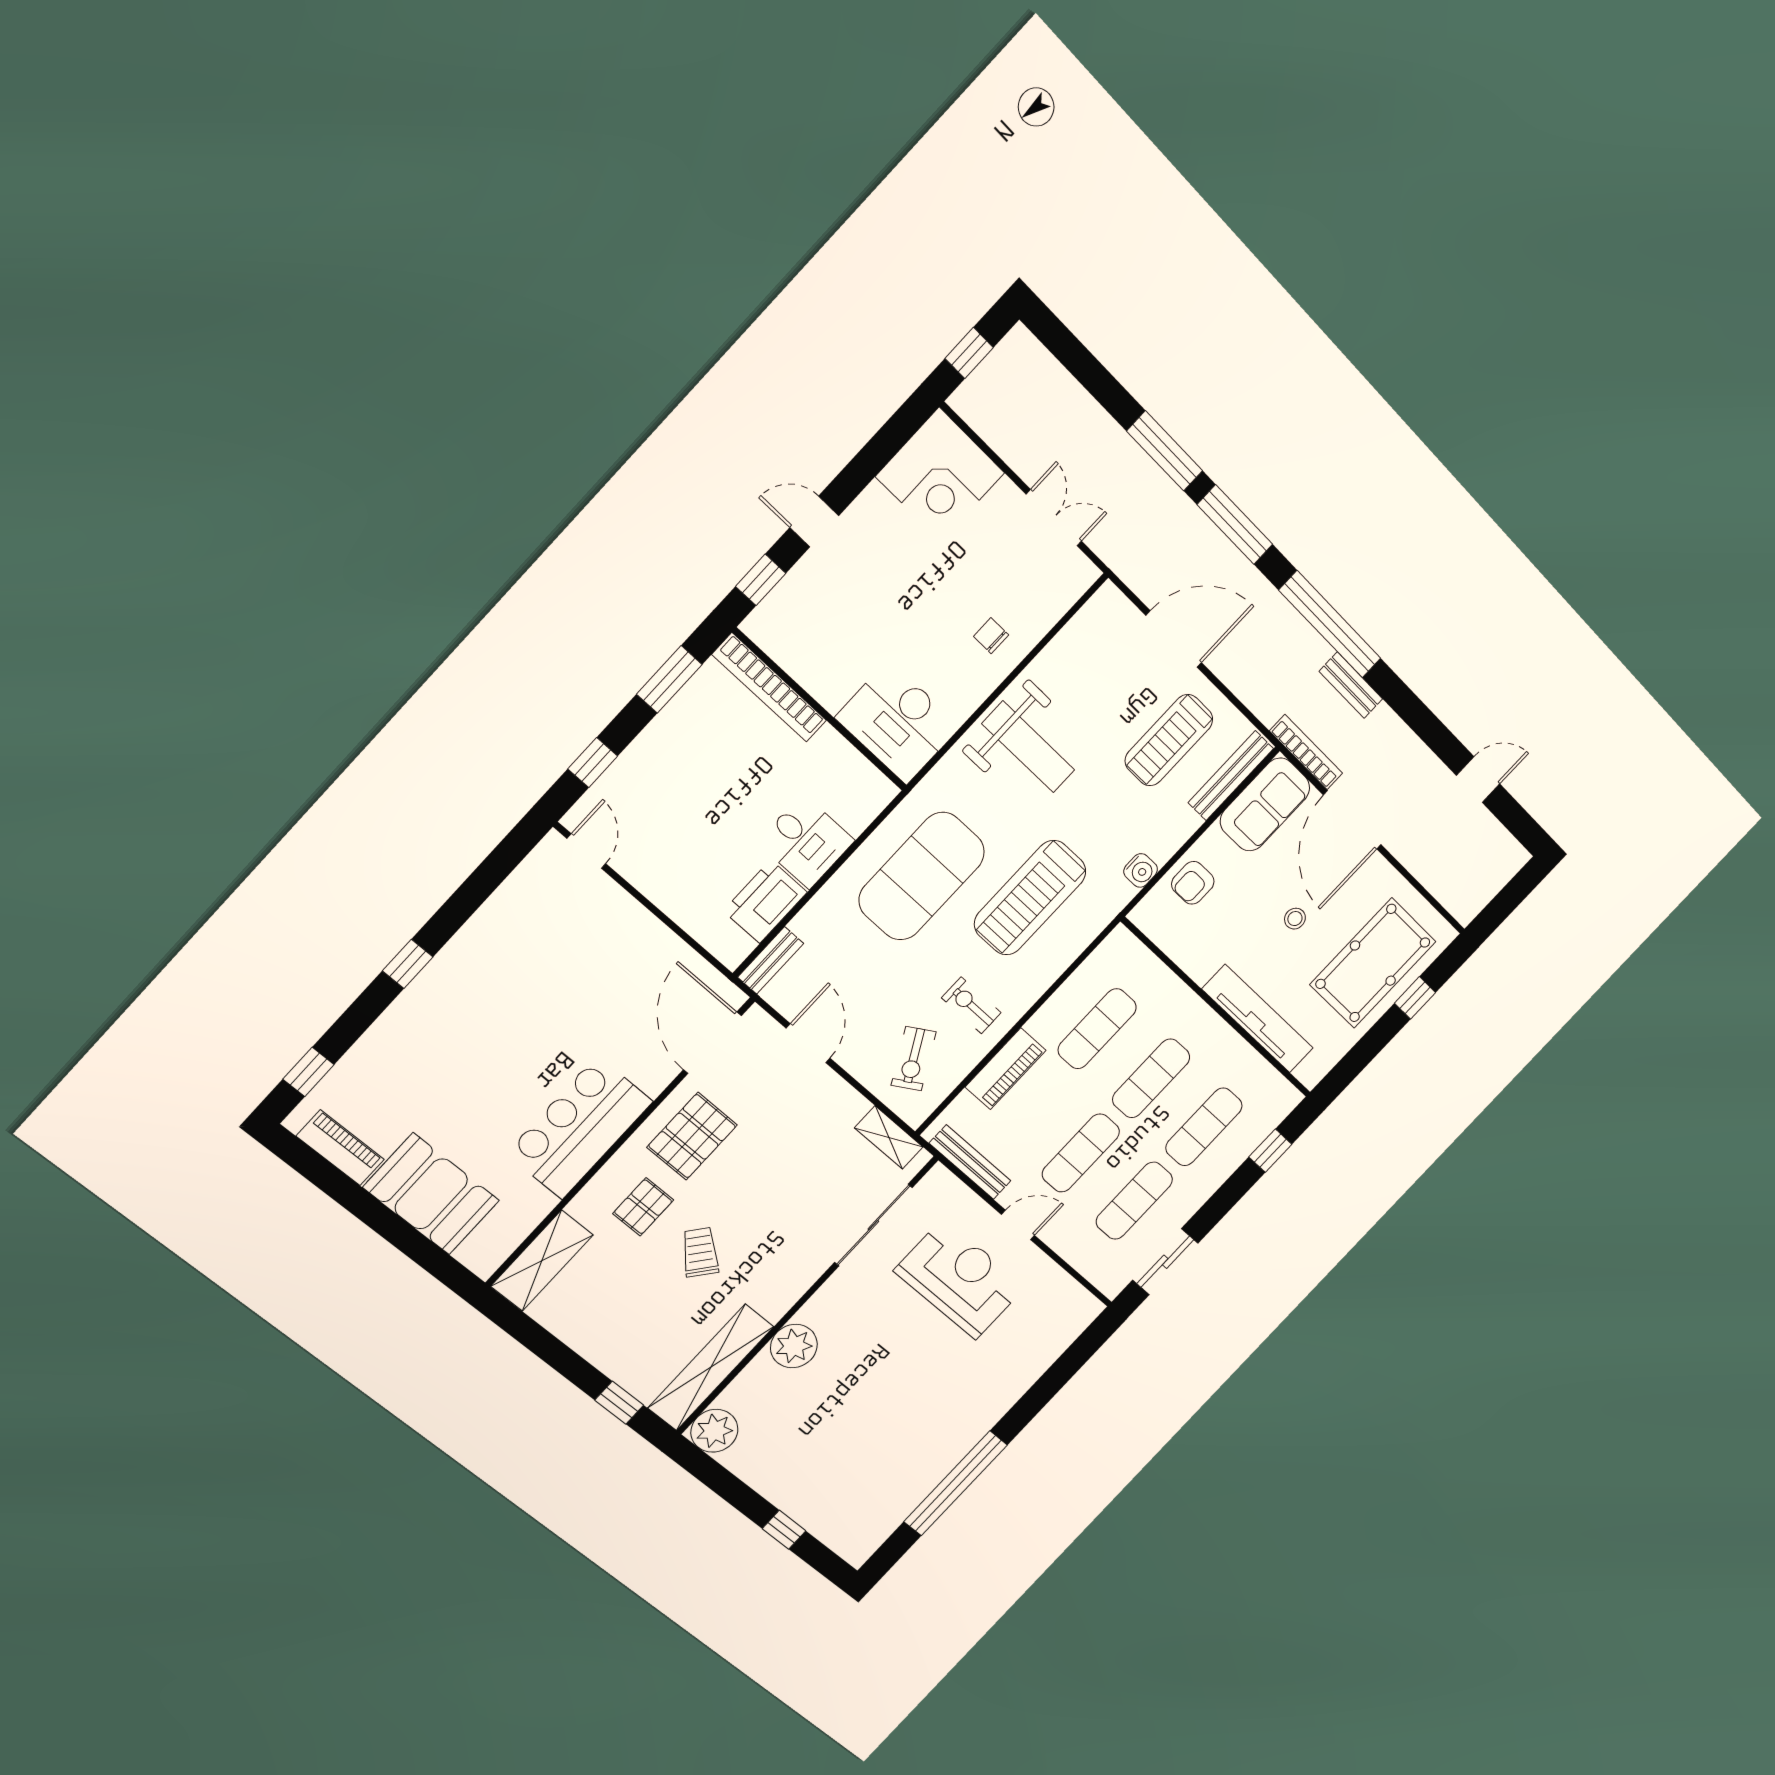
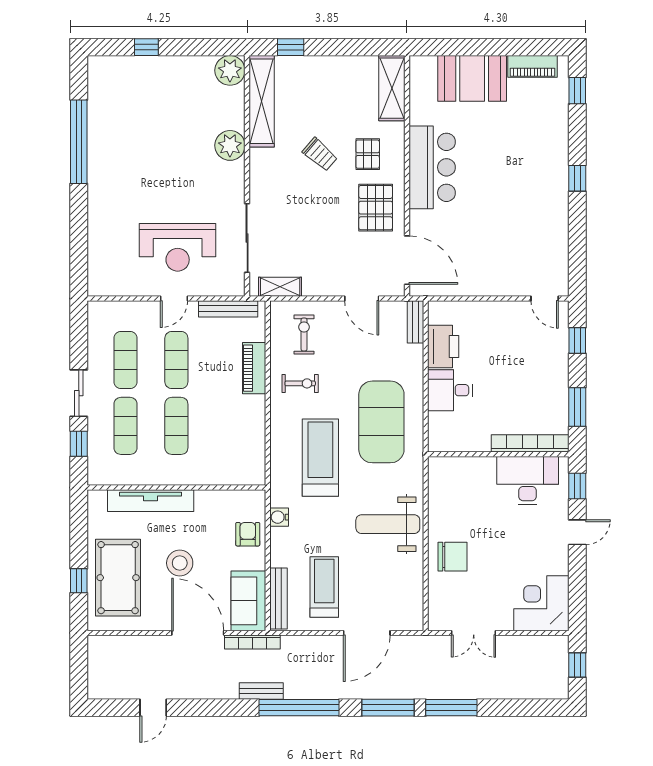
chair: (991, 636) -> (453, 557), width x1.87, depth x1.87
desk: (898, 722) -> (528, 481), moved
stool: (1295, 919) -> (180, 563), width x1.89, depth x1.89
exercise mat: (1097, 1029) -> (227, 426), removed
exercise bike: (914, 1059) -> (304, 334), turned 30
sliding door: (1165, 1262) -> (79, 393), moved

